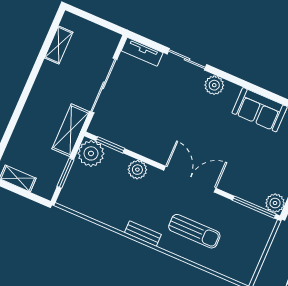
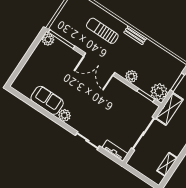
plant: (214, 85) -> (64, 115), moved

